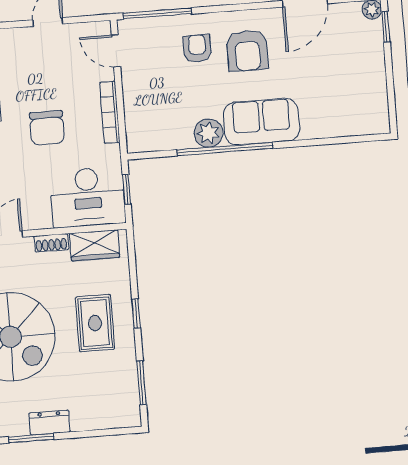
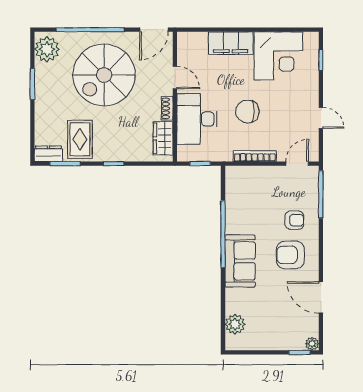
plant: (208, 133) -> (235, 324), moved
desk: (88, 197) -> (197, 119), moved
rug: (95, 323) -> (80, 139), moved, turned 90
dresser: (50, 423) -> (48, 154), moved, turned -90

